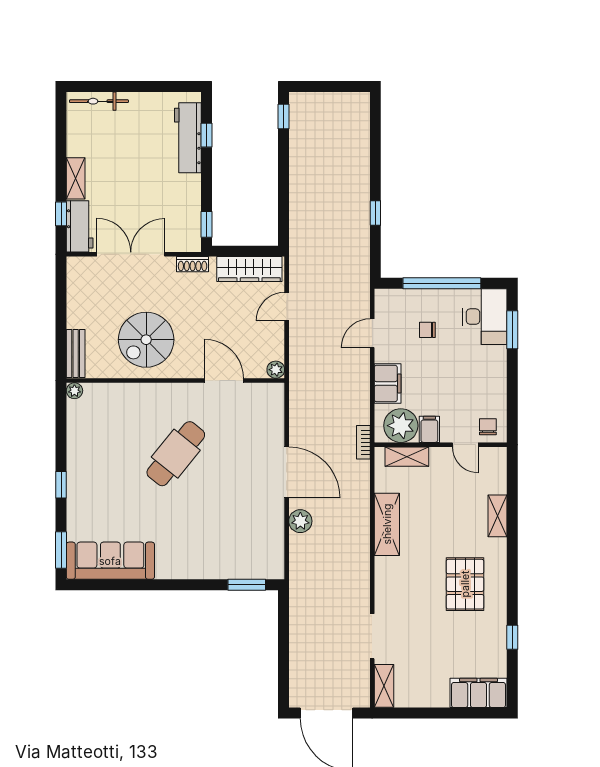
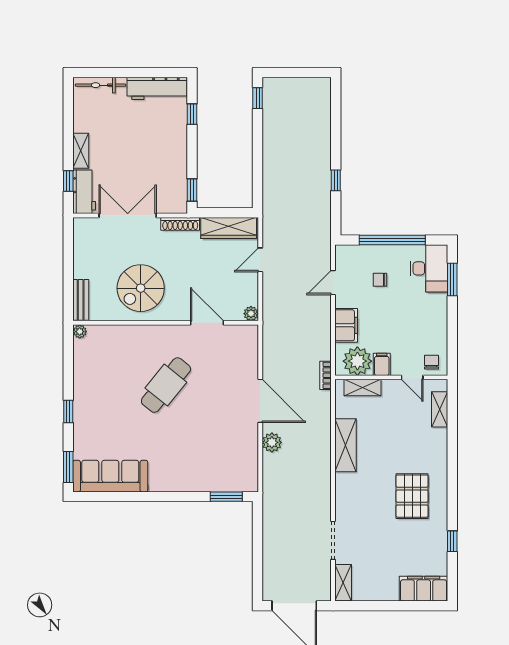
workbench: (188, 138) -> (157, 88), moved, turned -90
shoe rack: (193, 264) -> (180, 224), width x1.43
shelving: (497, 516) -> (440, 409), moved

